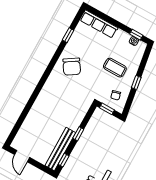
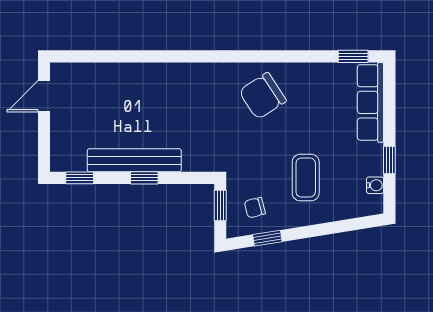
window: (68, 35) -> (353, 56), moved
window: (136, 35) -> (389, 160), moved
window: (136, 82) -> (267, 238), moved
bench: (60, 149) -> (134, 160), moved

